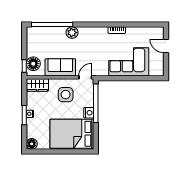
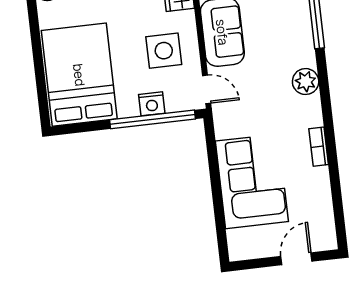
plant: (72, 33) -> (306, 82), moved
nightstand: (89, 113) -> (152, 104), moved

